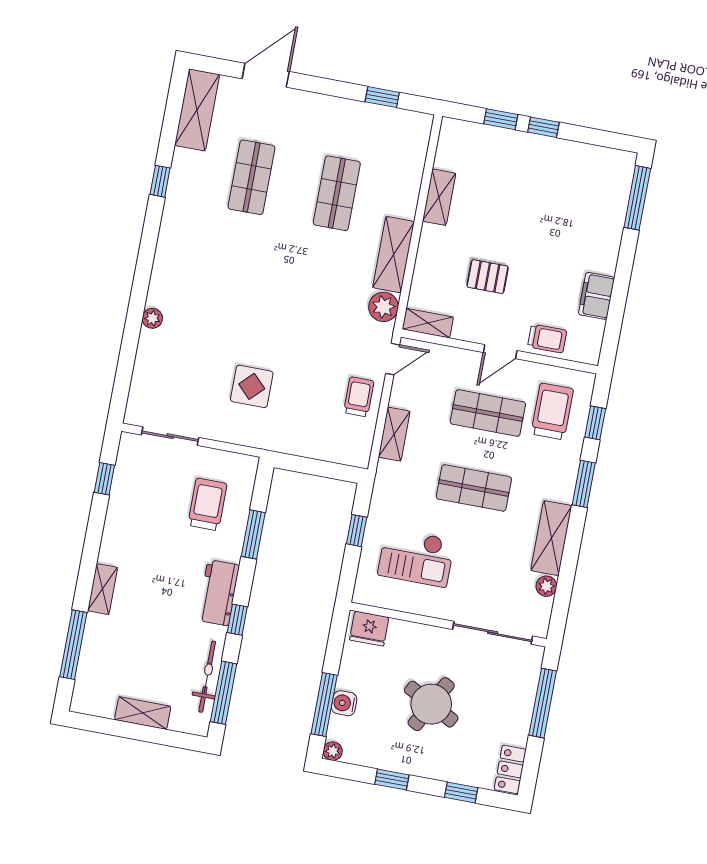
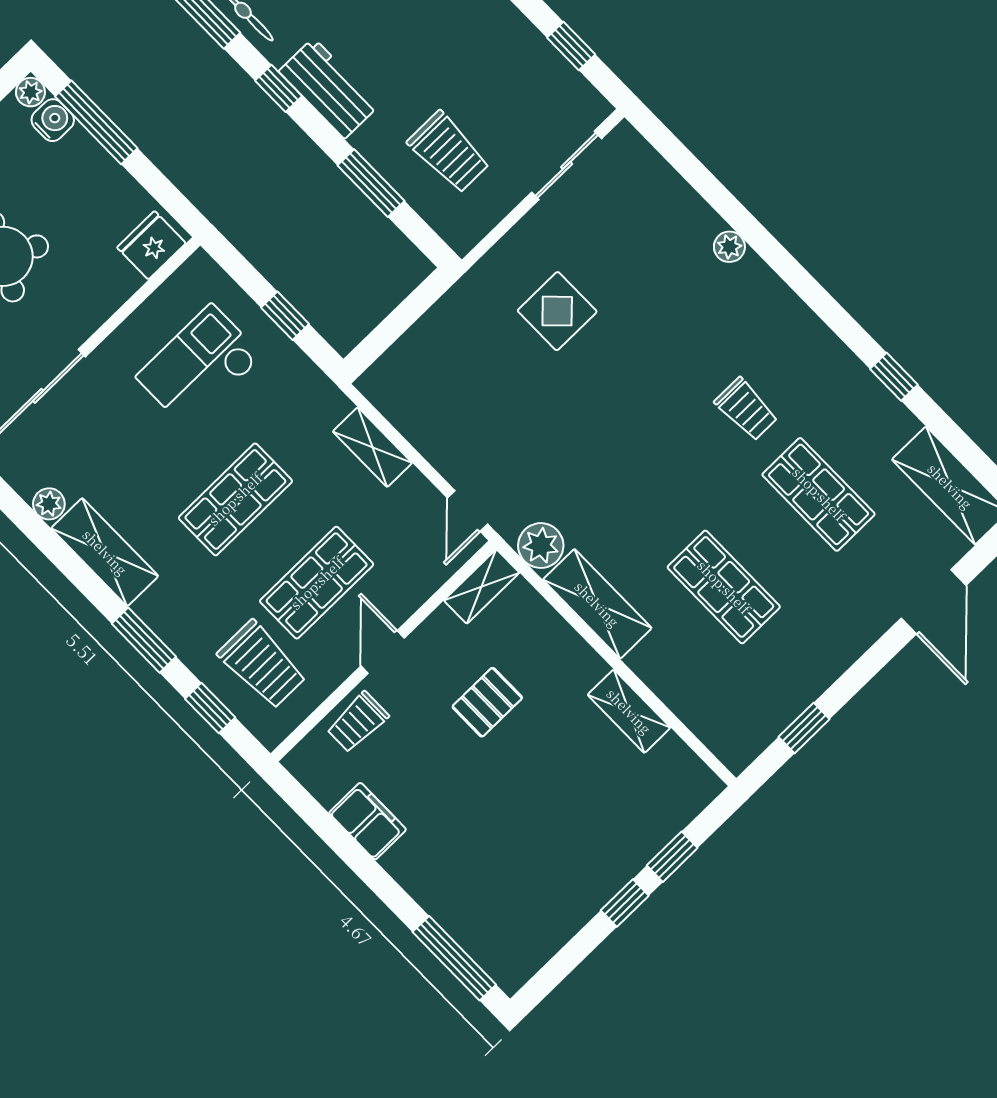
trolley: (359, 397) -> (746, 409), moved
water cooler: (344, 703) -> (53, 120), moved

